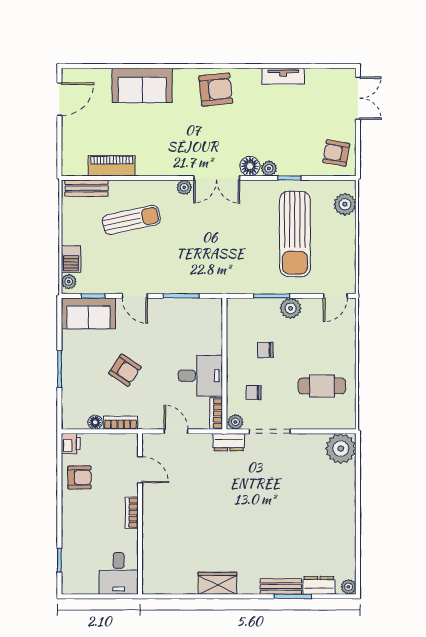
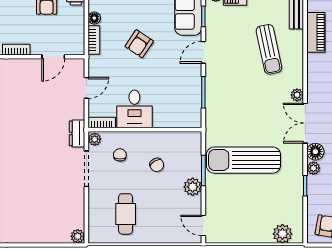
sun lounger: (295, 234) -> (243, 160), moved
chair: (265, 350) -> (157, 165), turned 149
plant: (341, 449) -> (78, 236), width x0.53, depth x0.53

